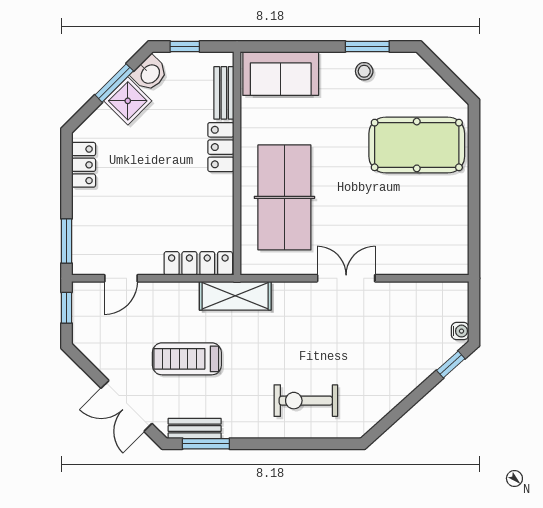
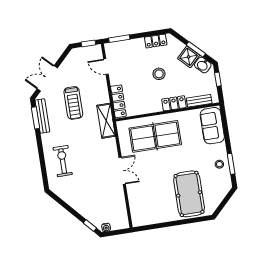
stool: (154, 169) -> (159, 74), added
treadmill: (187, 359) -> (73, 103), turned 180
bench: (195, 428) -> (42, 116), width x1.36

